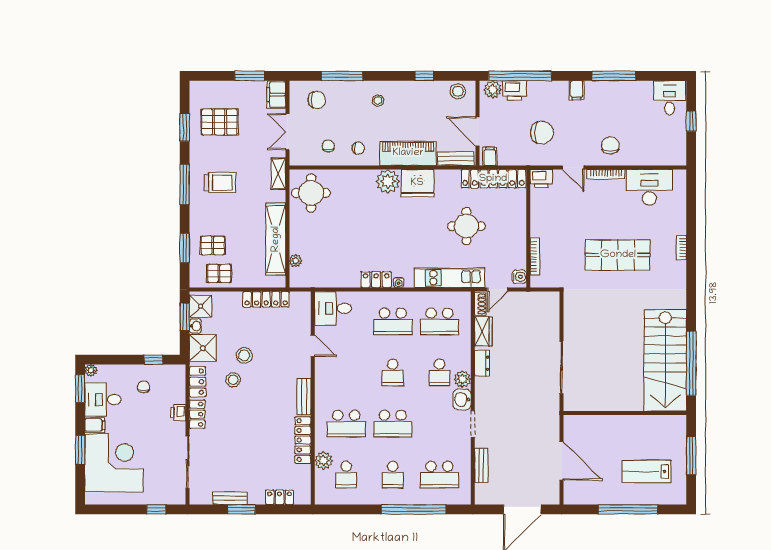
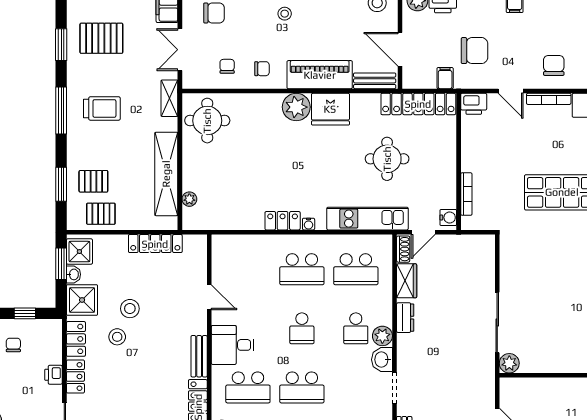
filing cabinet: (490, 156) -> (445, 78), moved
desk: (333, 308) -> (233, 345), moved
plant: (572, 403) -> (509, 363), added

